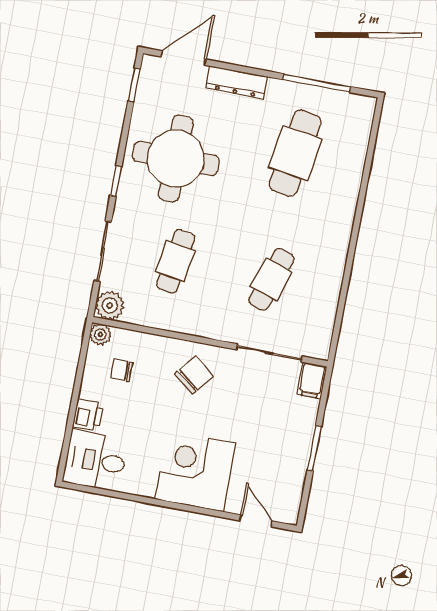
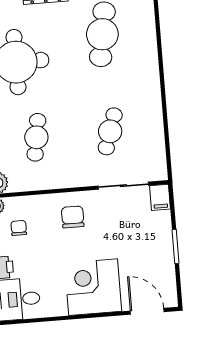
chair: (122, 370) -> (19, 228), turned 90
chair: (194, 375) -> (73, 217), turned -38
door: (256, 521) -> (147, 311), width x1.38

